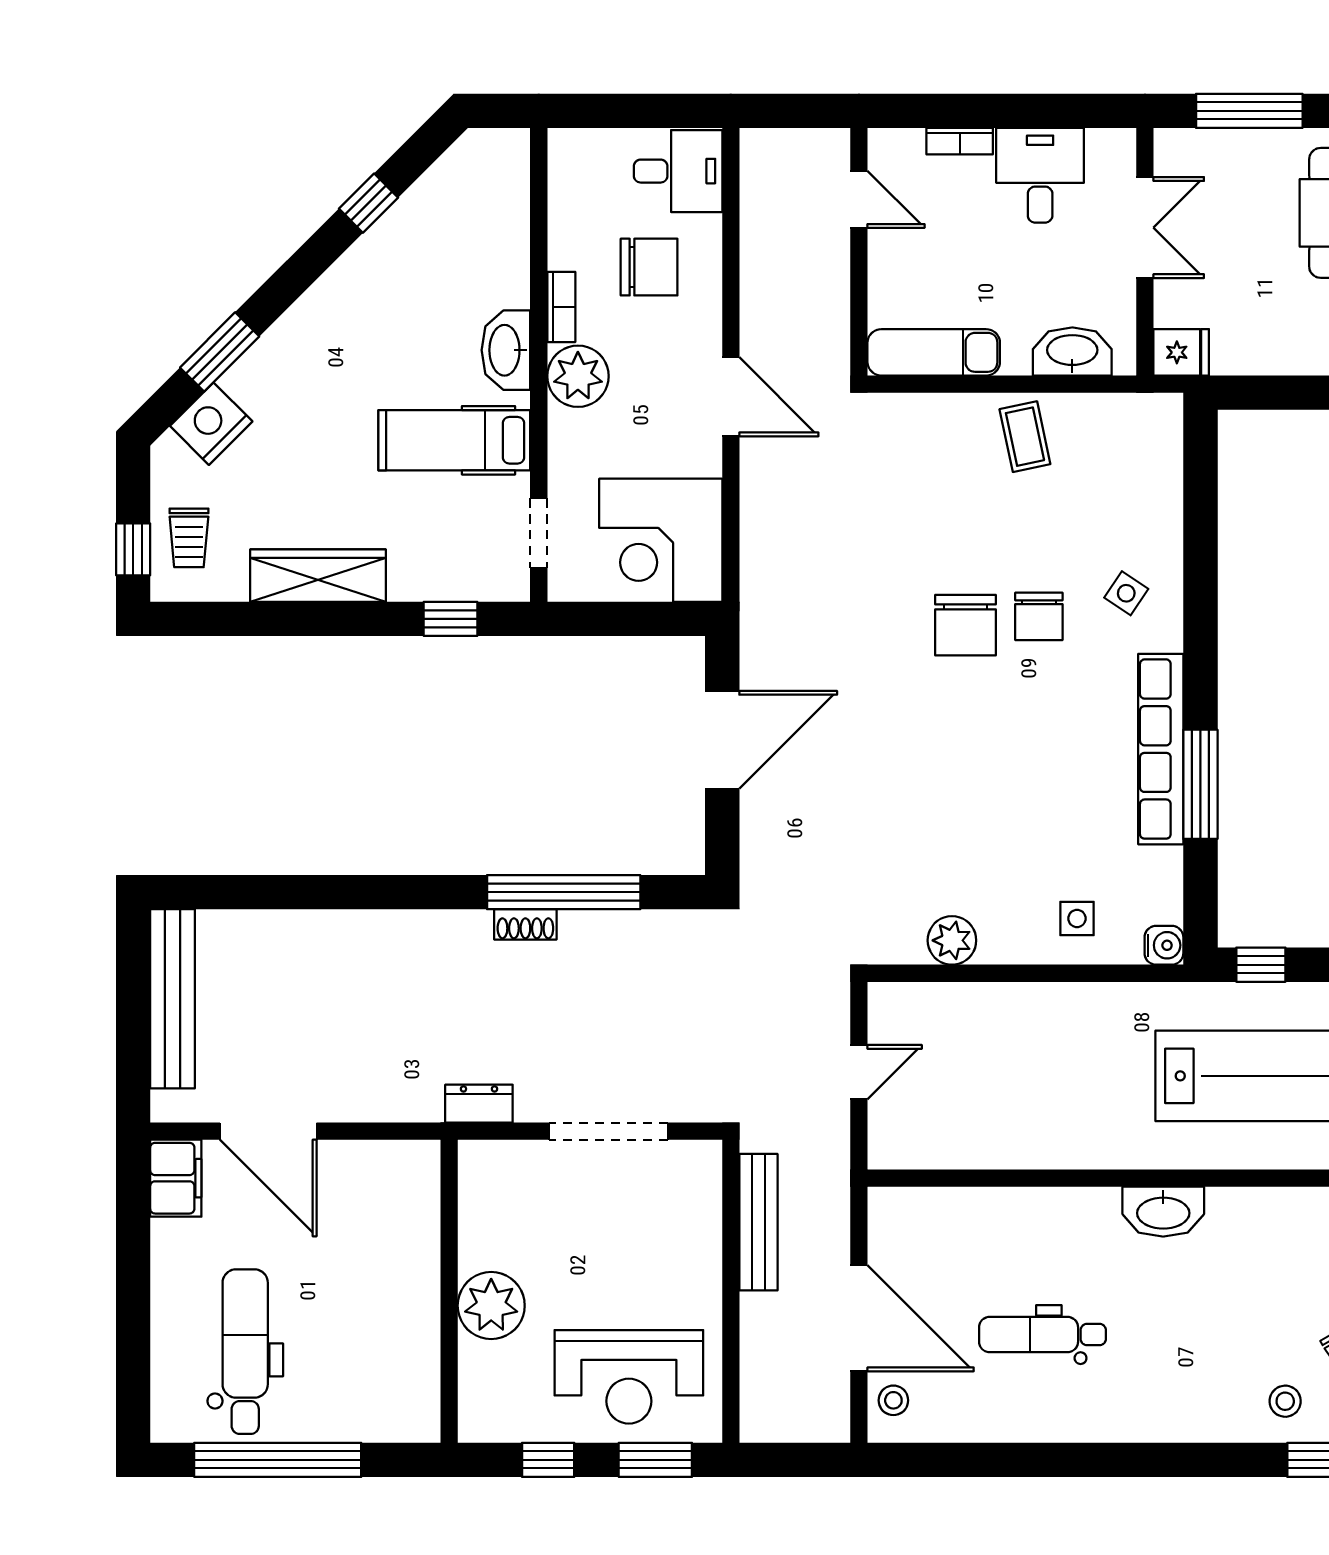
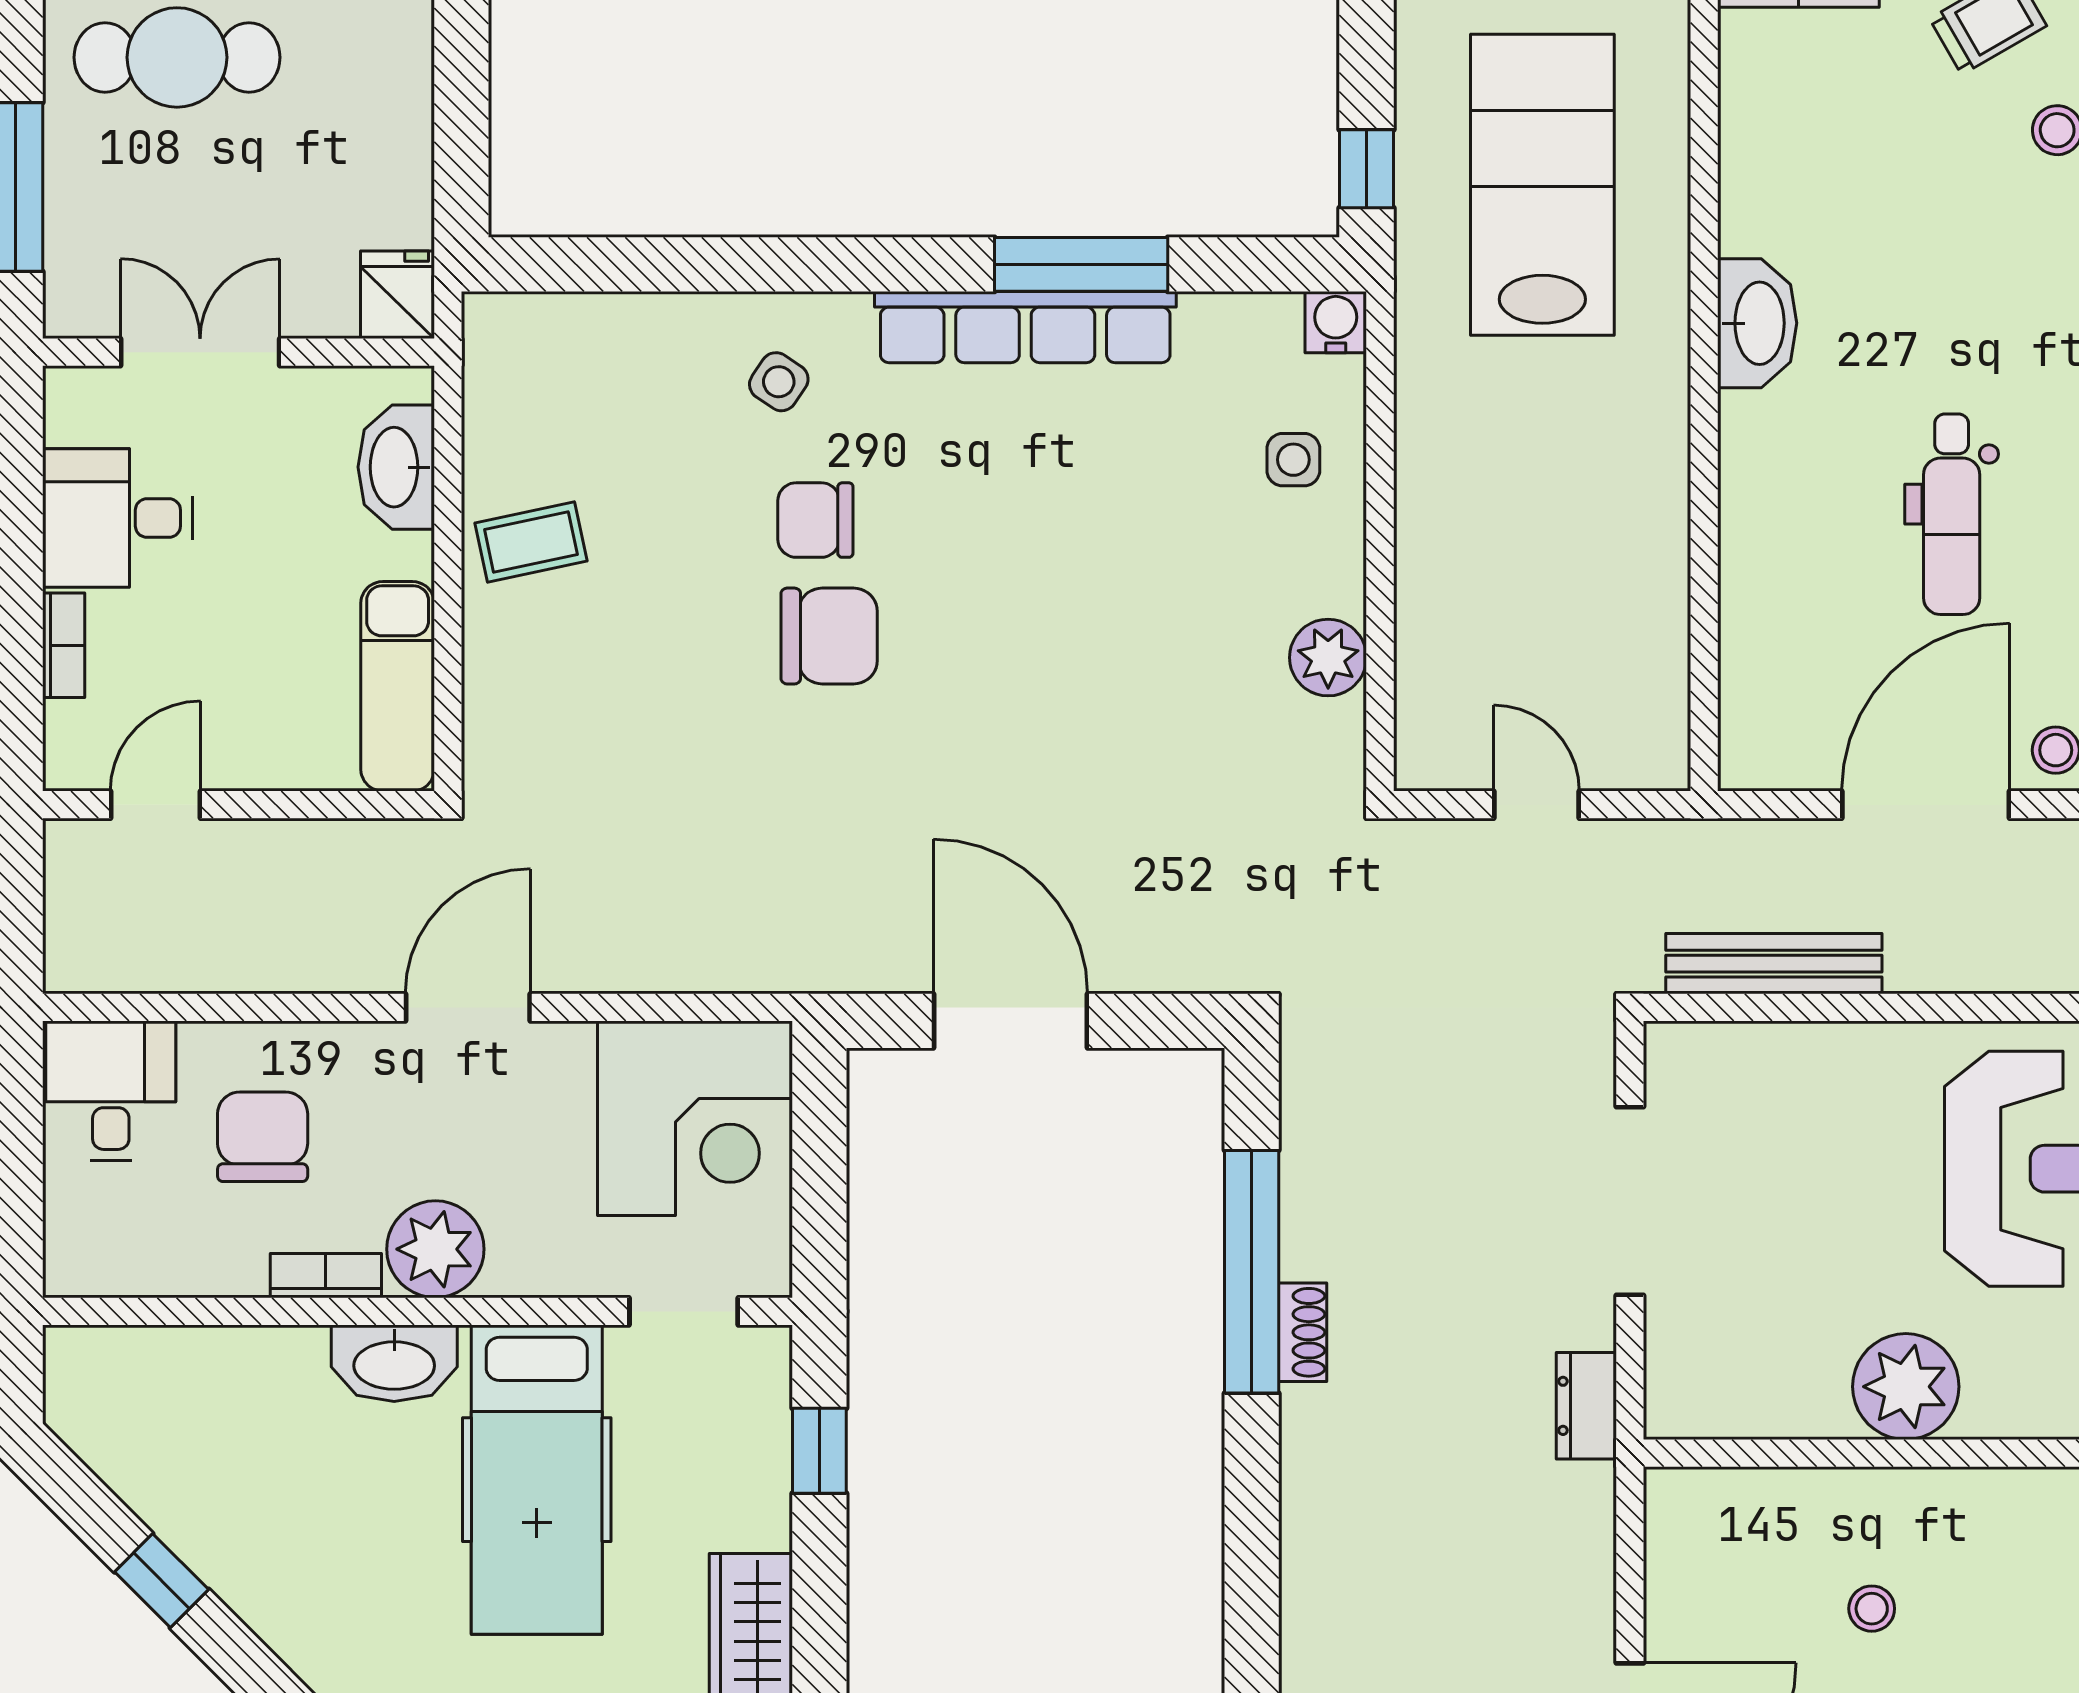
hospital bed: (454, 440) -> (537, 1480), width x1.37, depth x1.29
chair: (1039, 616) -> (815, 520), turned 180
stool: (351, 1284) -> (1872, 1609), added

